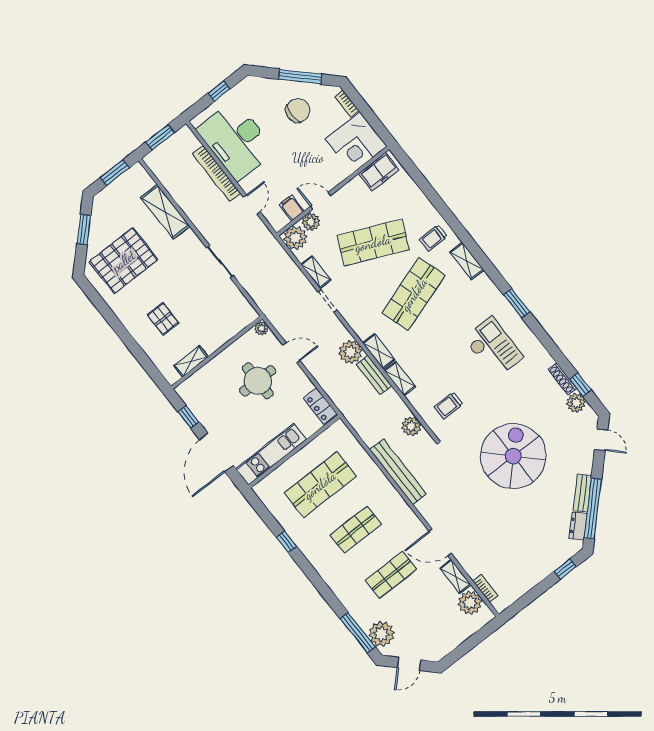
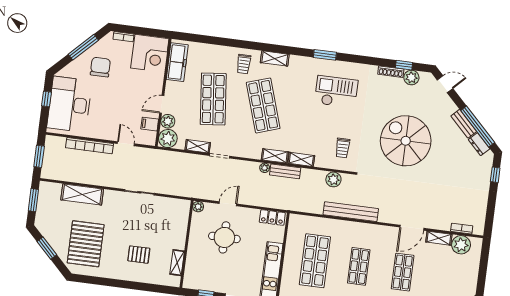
desk: (236, 140) -> (70, 104), moved, turned 90
freezer: (379, 172) -> (177, 62), width x1.40
shop shelf: (373, 243) -> (213, 99), turned -30
plant: (350, 352) -> (265, 168), width x0.53, depth x0.53

